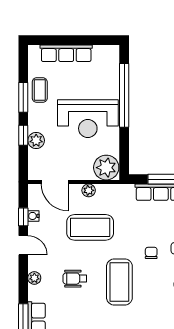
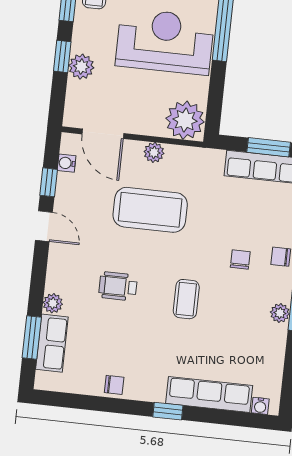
reception desk: (88, 119) -> (165, 41), turned 180
water cooler: (33, 216) -> (67, 163), moved
plant: (34, 278) -> (53, 303), moved
coffee table: (119, 282) -> (186, 299), width x0.54, depth x0.58

